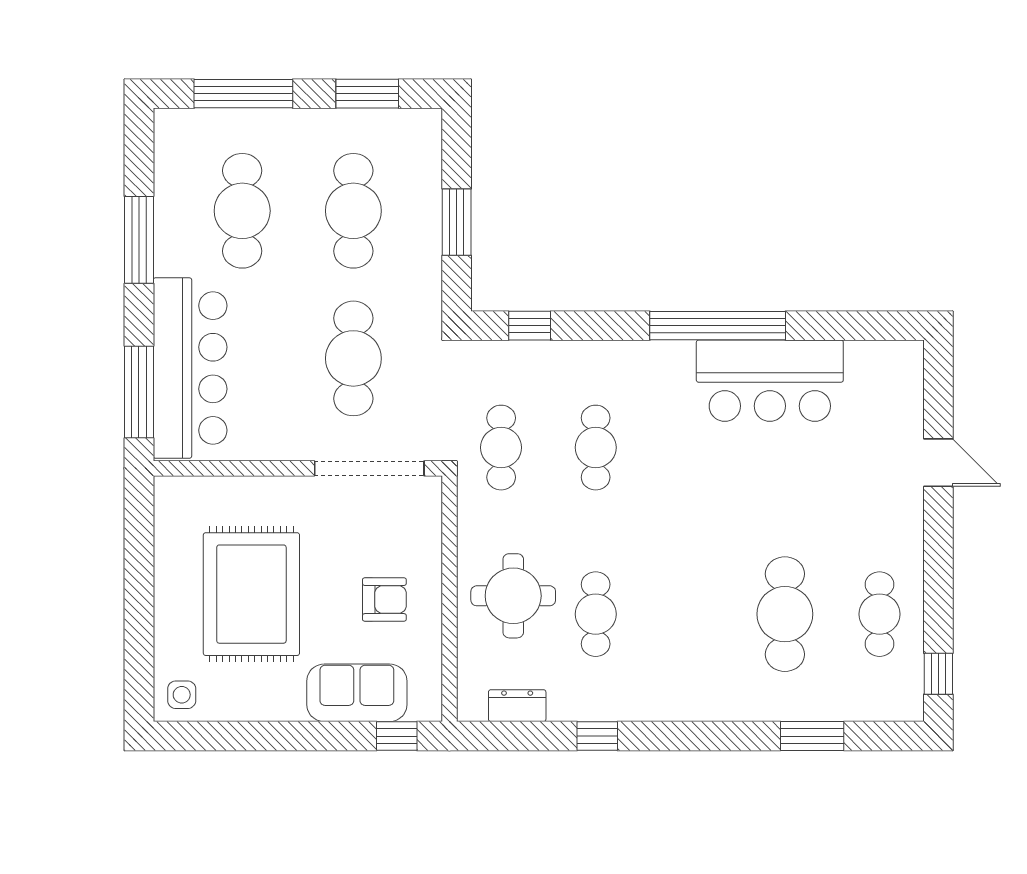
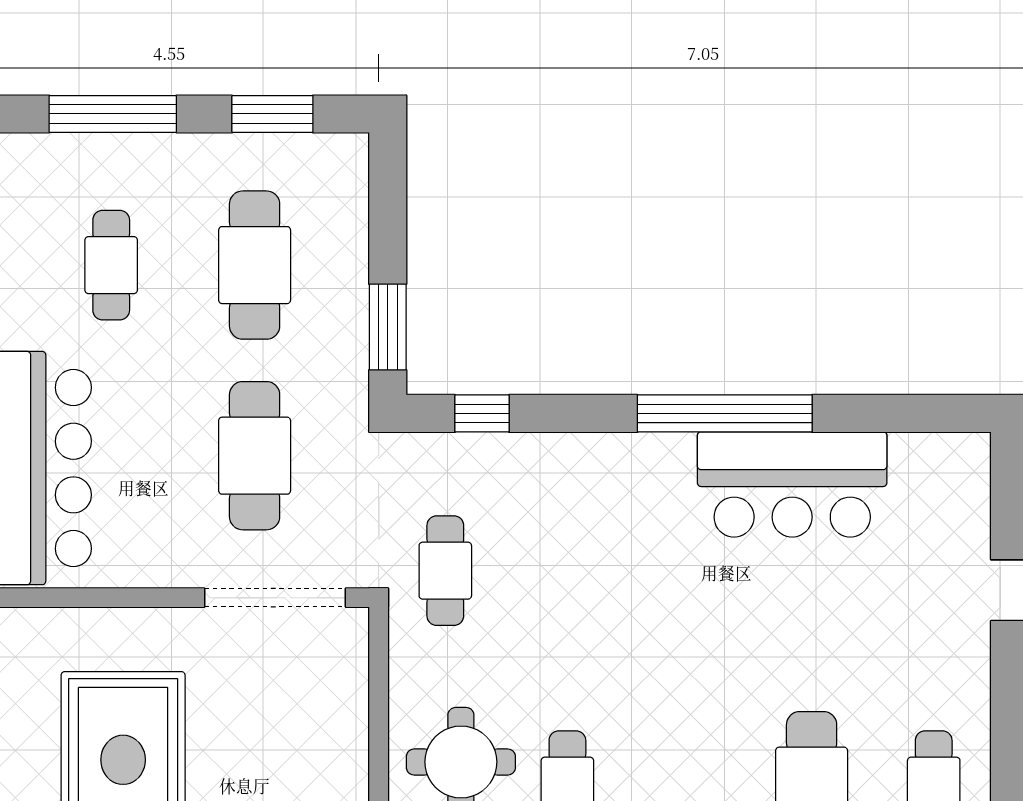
cafe table: (242, 211) -> (111, 265), width x0.73, depth x0.74
window: (457, 222) -> (388, 327), moved
cafe table: (596, 448) -> (567, 571), removed
armchair: (384, 600) -> (295, 767), removed

